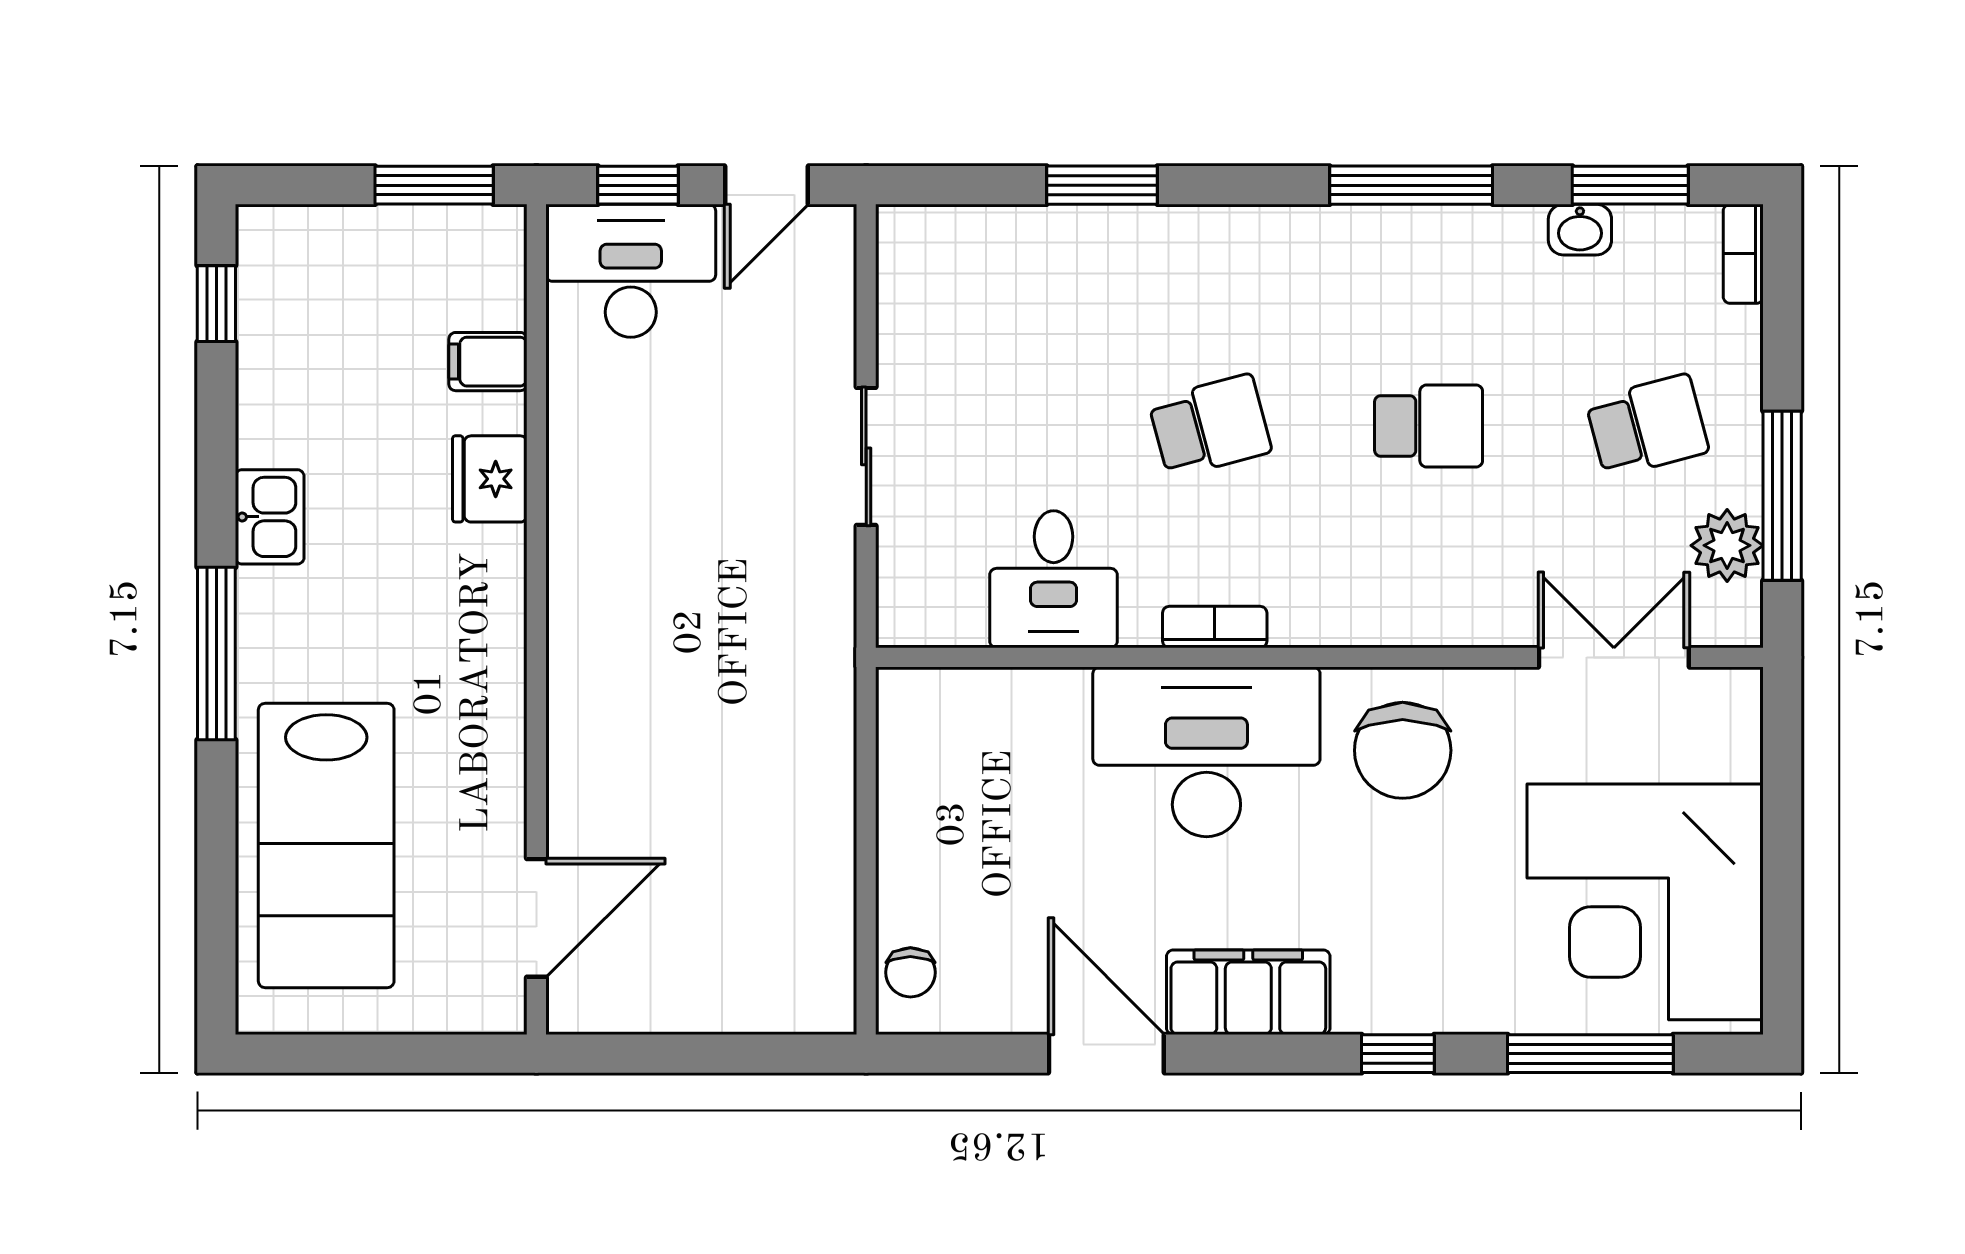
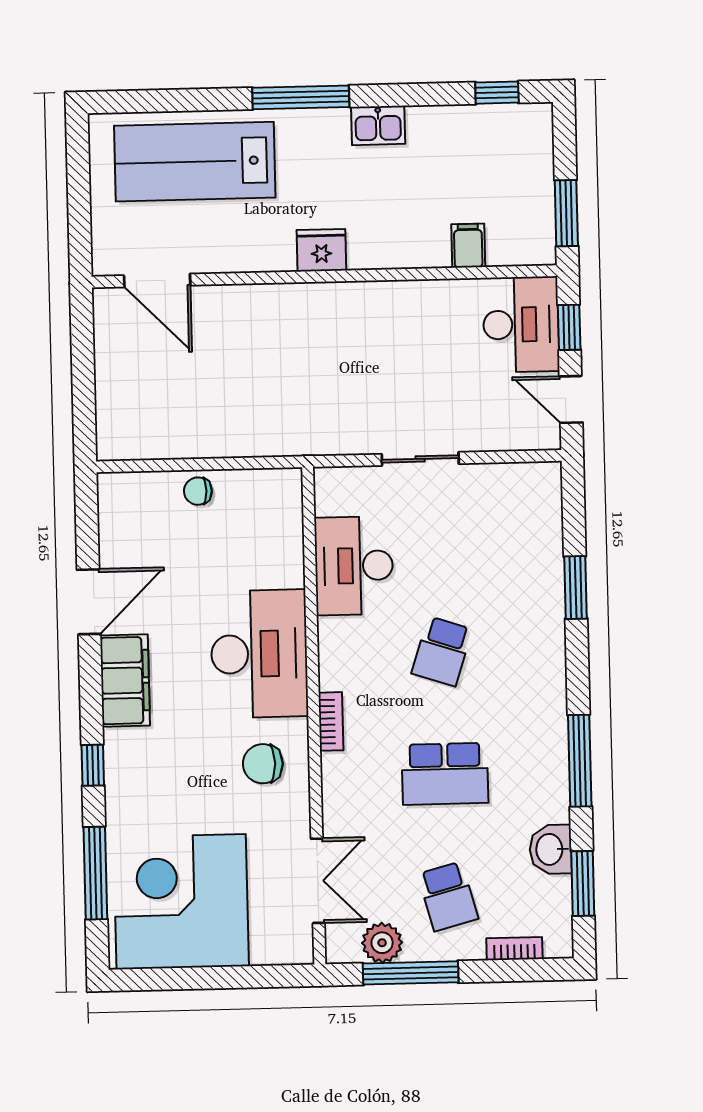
washbasin: (1580, 230) -> (551, 849), width x1.38, depth x1.45
bookcase: (1743, 254) -> (514, 949), moved
school desk: (1210, 426) -> (442, 651), turned 33
school desk: (1429, 426) -> (445, 774), width x1.85
fridge: (490, 479) -> (321, 250), moved
desk: (1054, 579) -> (354, 566), width x1.37
bookcase: (1215, 627) -> (331, 721), moved
chair: (1403, 750) -> (263, 764), width x0.73, depth x0.73
chair: (910, 972) -> (198, 491), moved

